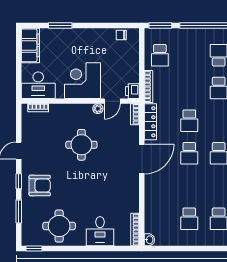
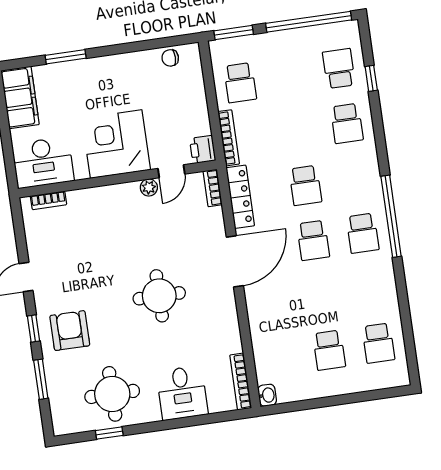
round table: (81, 145) -> (159, 296), moved
armchair: (40, 185) -> (70, 331), turned -90
window: (34, 249) -> (109, 433), moved

